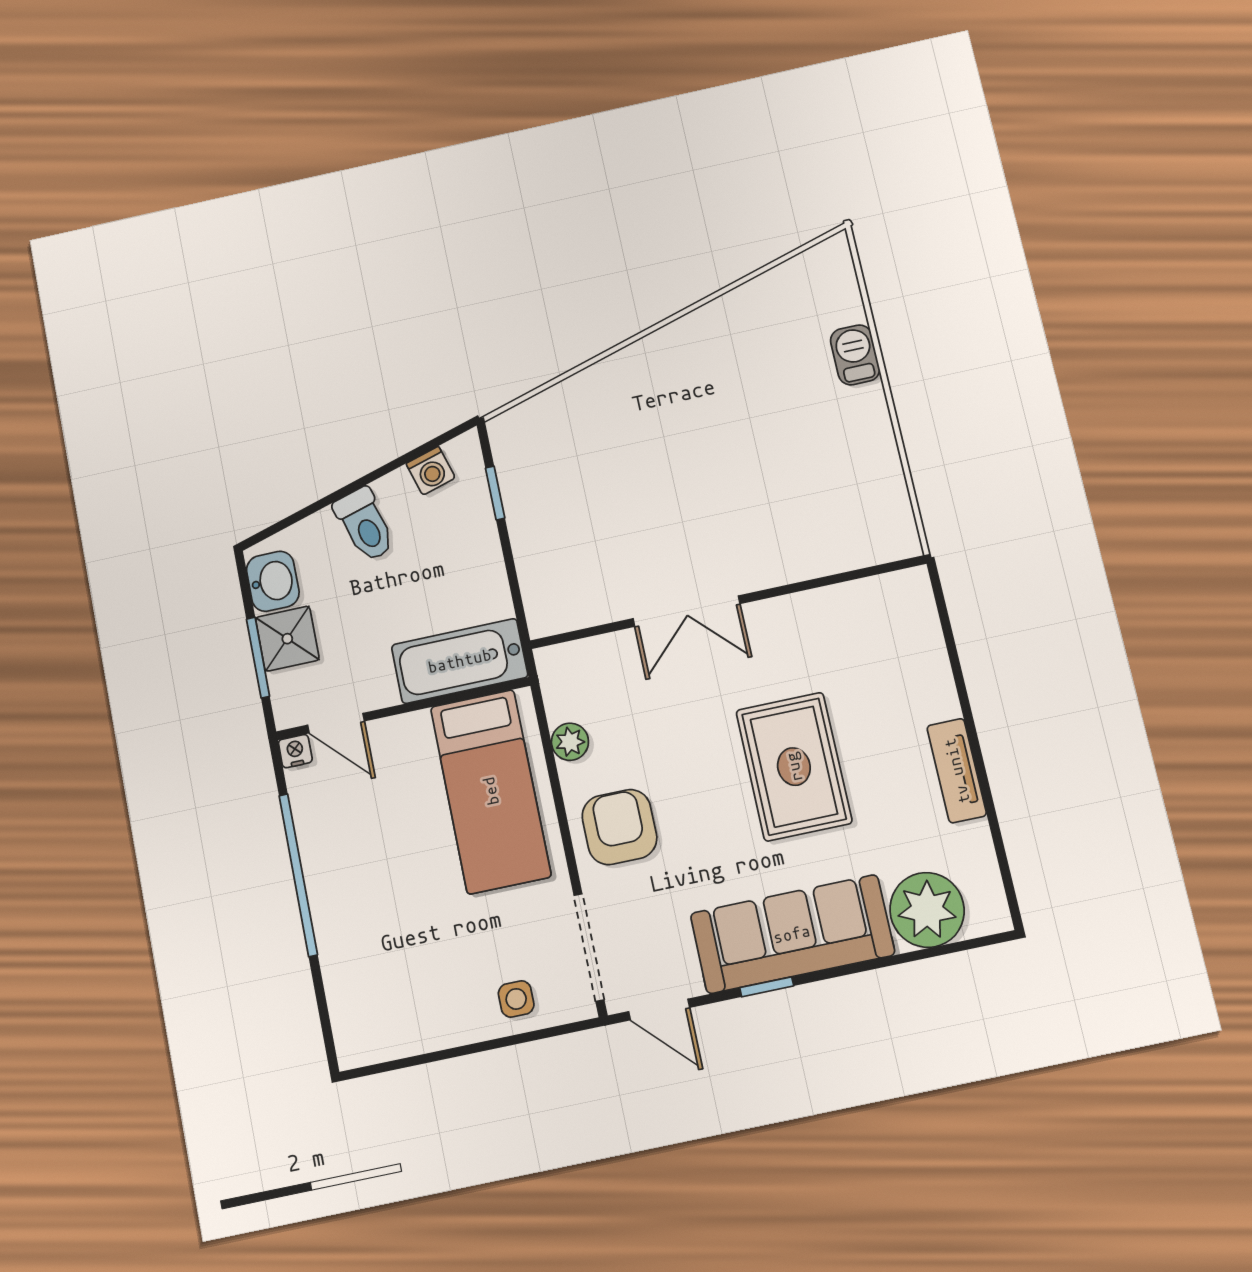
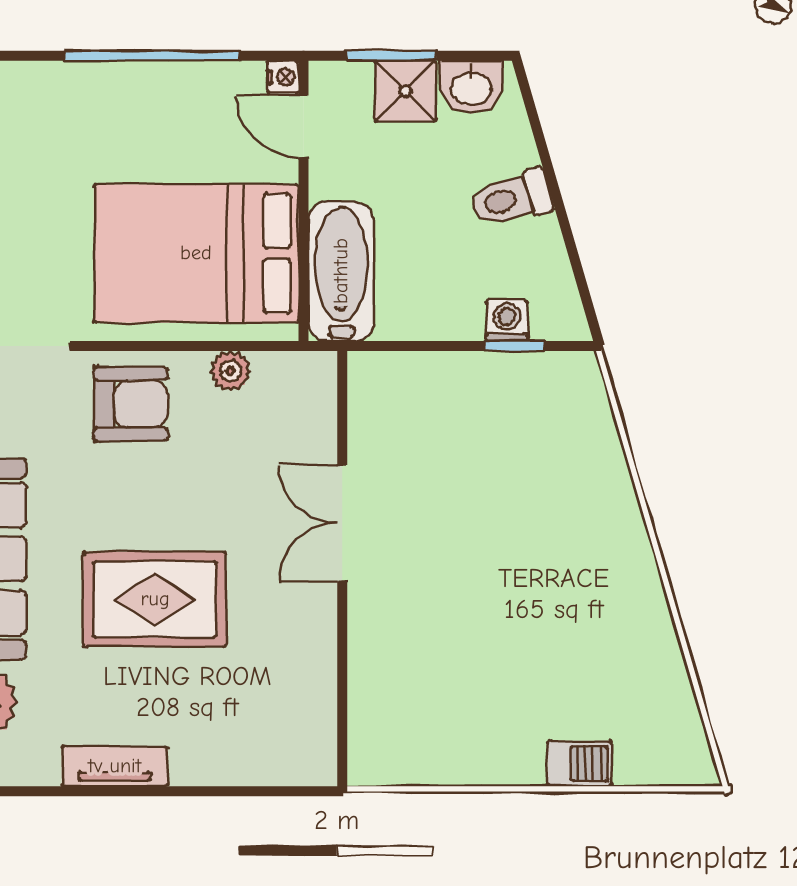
washing machine: (431, 471) -> (507, 321), moved, turned 106
door: (336, 723) -> (303, 126), hinge flipped
bed: (491, 791) -> (196, 253), width x1.50

